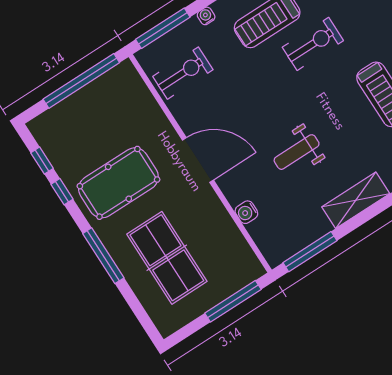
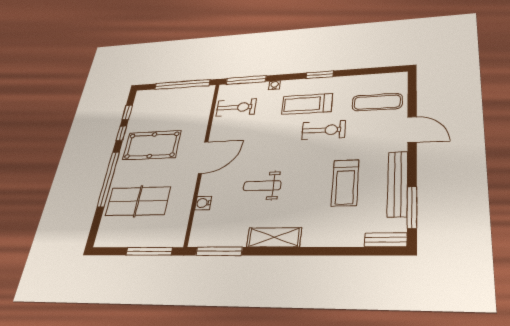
door: (198, 160) -> (203, 157), hinge flipped
window: (103, 256) -> (108, 179), width x1.46
table tennis table: (167, 258) -> (138, 201), turned 90

